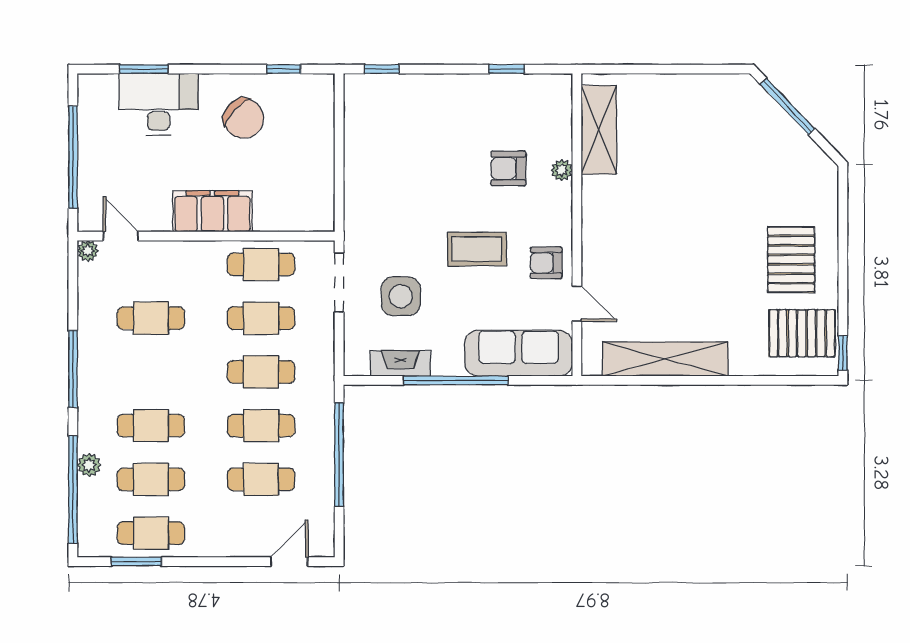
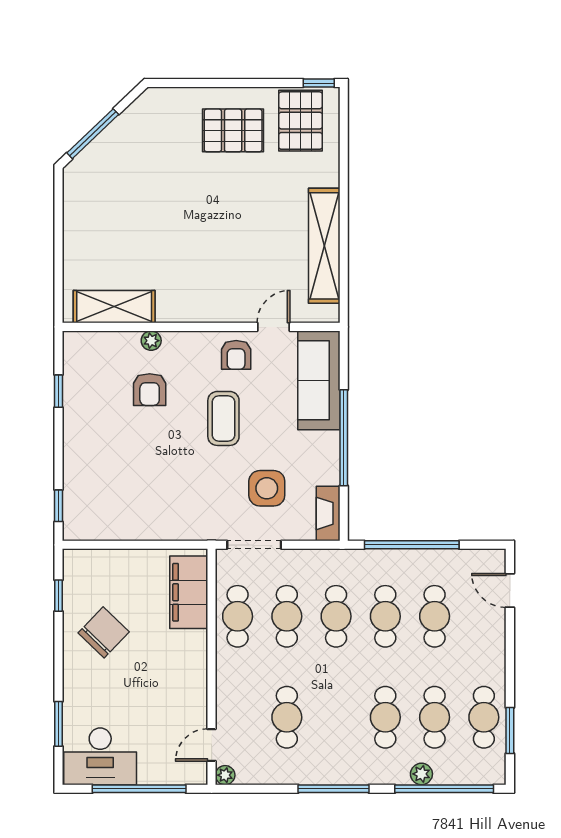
desk: (159, 104) -> (100, 756), moved, turned -90
filing cabinet: (212, 211) -> (189, 592), moved
fireplace: (401, 363) -> (328, 513), moved

